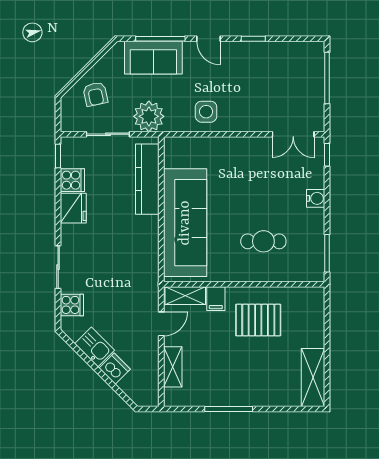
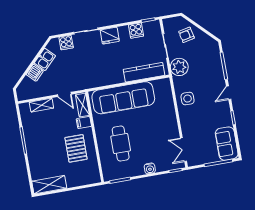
sofa: (153, 58) -> (227, 144), moved
fridge: (73, 208) -> (110, 36), moved
cafe table: (263, 241) -> (121, 143), width x1.37, depth x1.35

